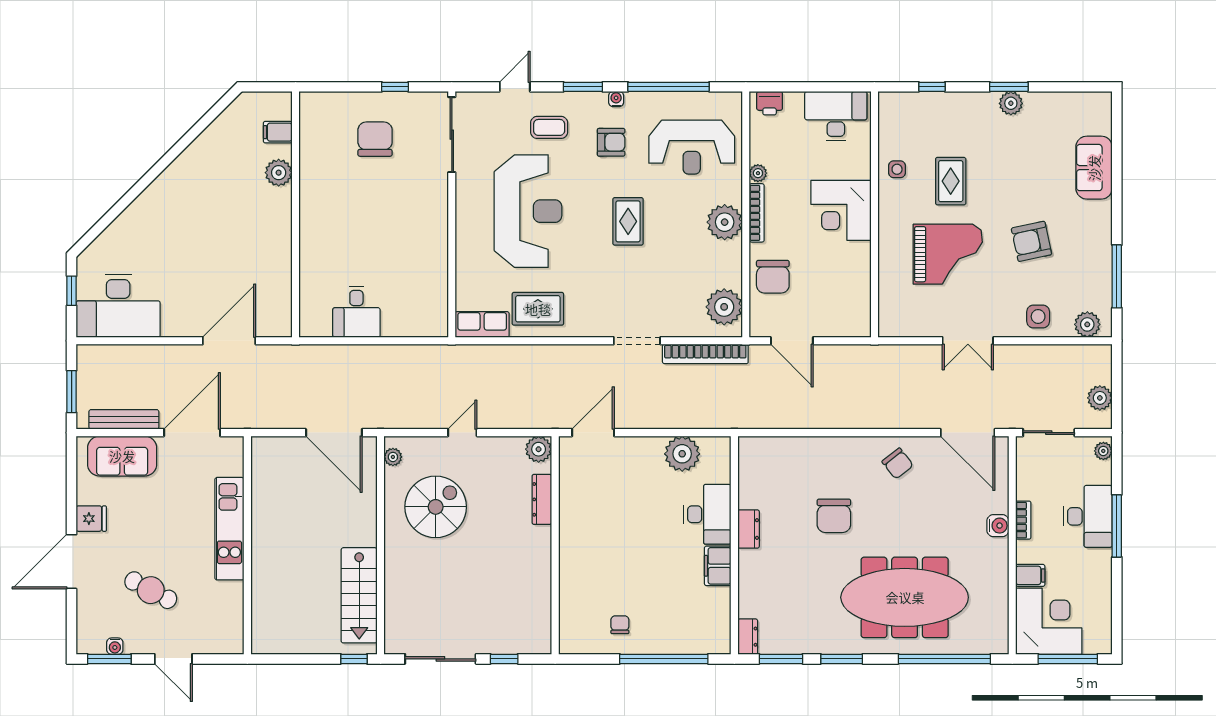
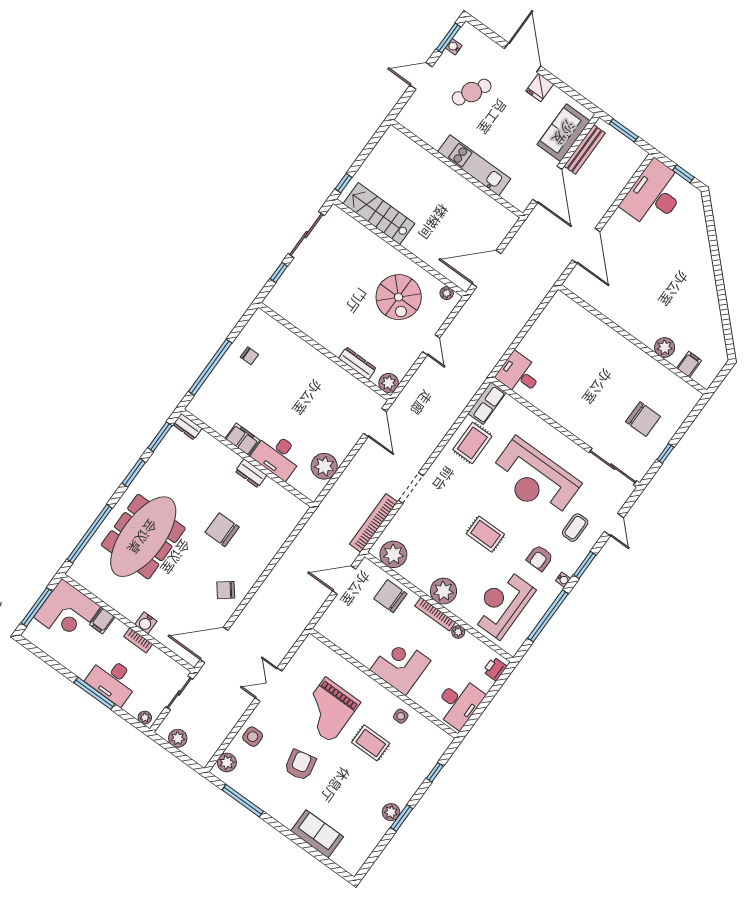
desk: (356, 312) -> (519, 374), moved

